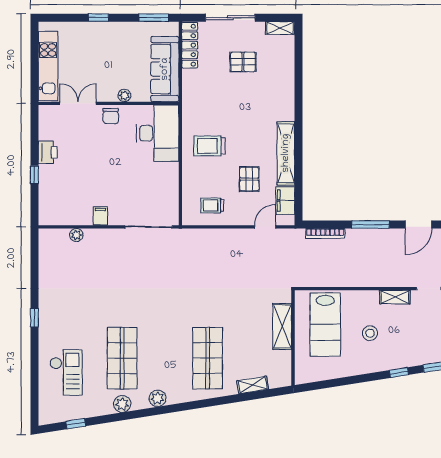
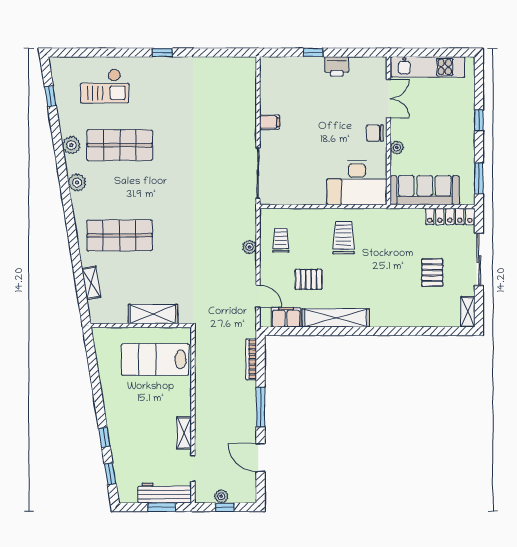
plant: (76, 235) -> (250, 247), moved
stool: (370, 333) -> (146, 407), removed

